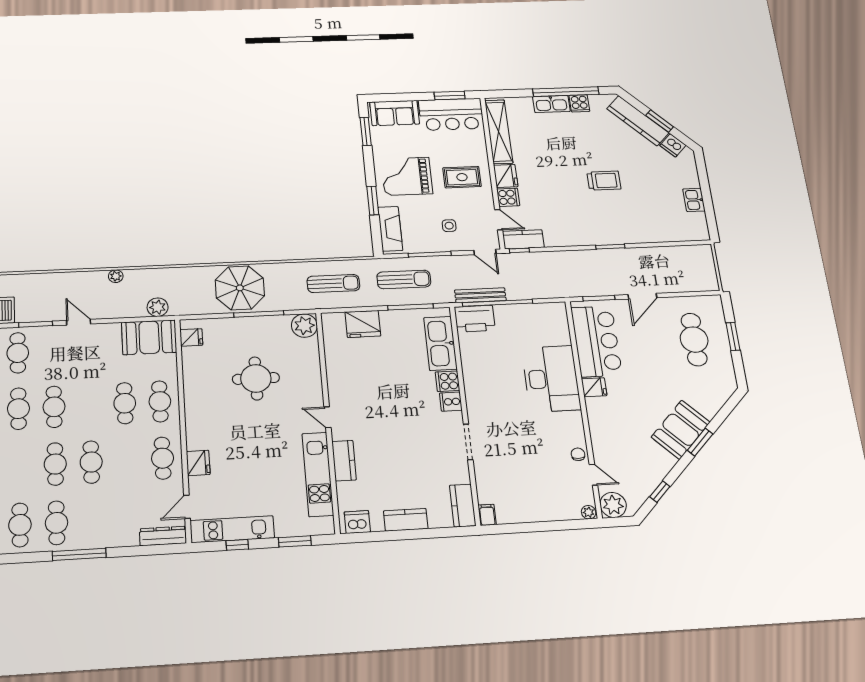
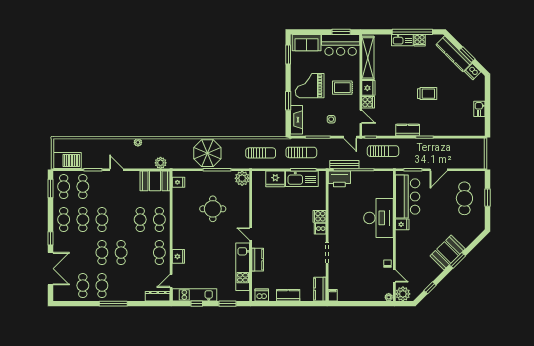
kitchen counter: (523, 239) -> (408, 130), moved
sun lounger: (544, 271) -> (383, 151), added
kitchen sink: (440, 343) -> (302, 179), moved, turned -90

